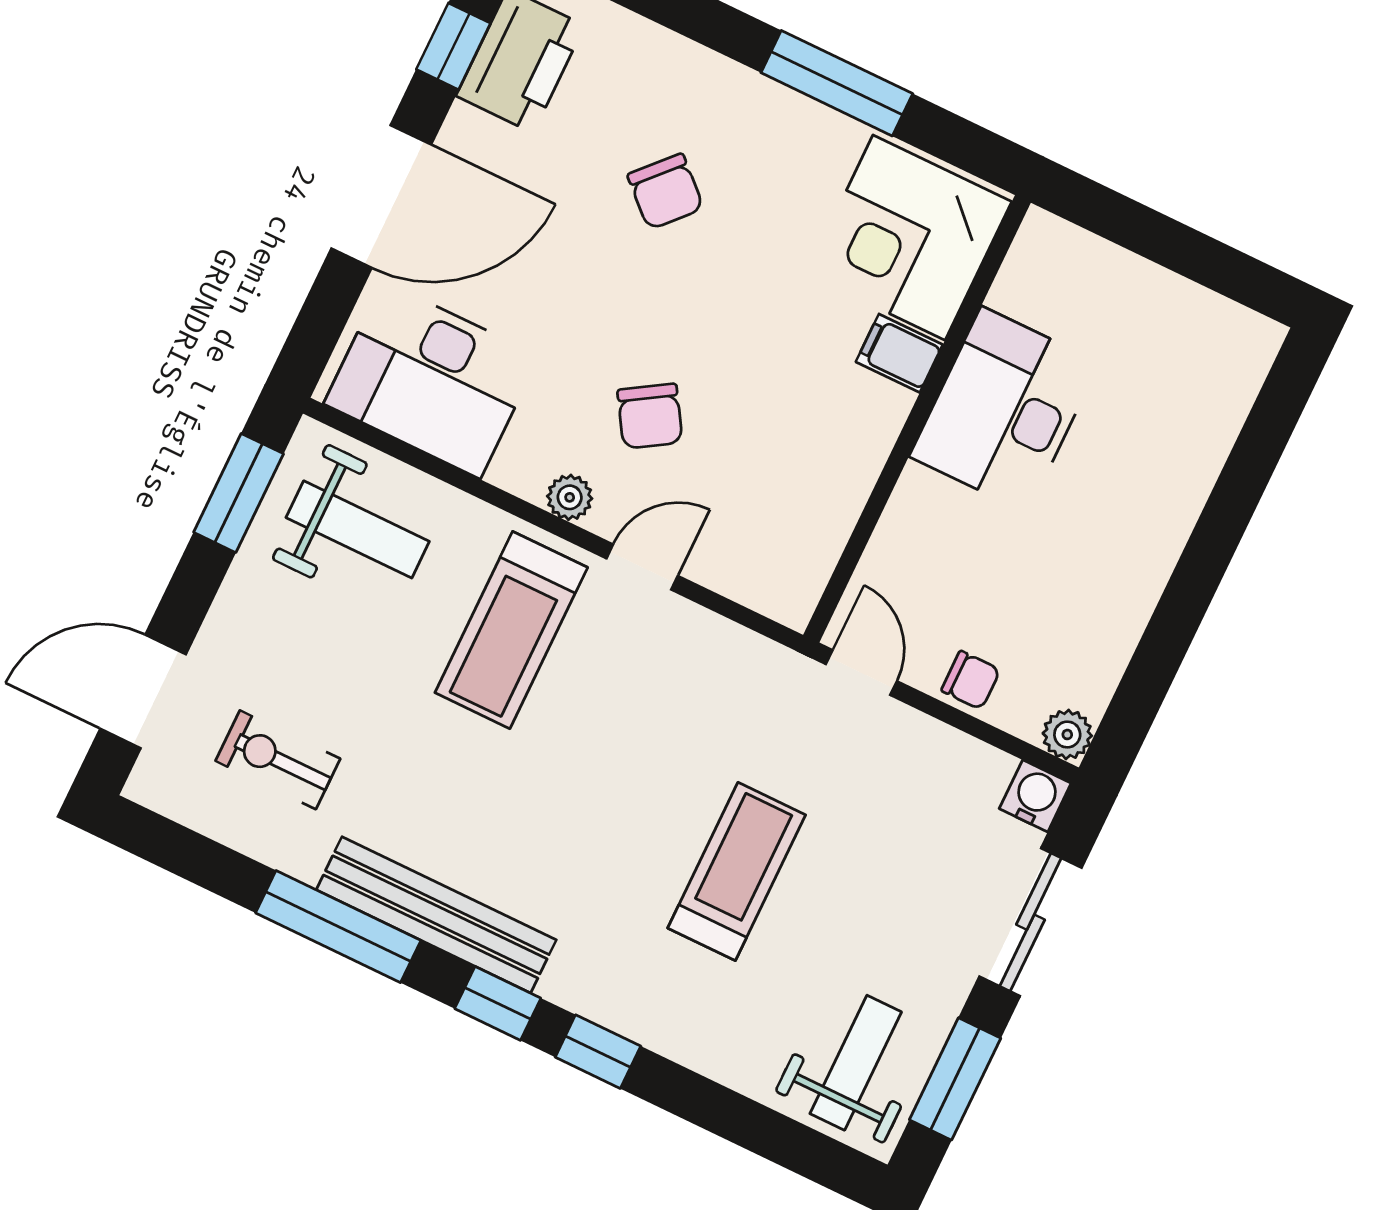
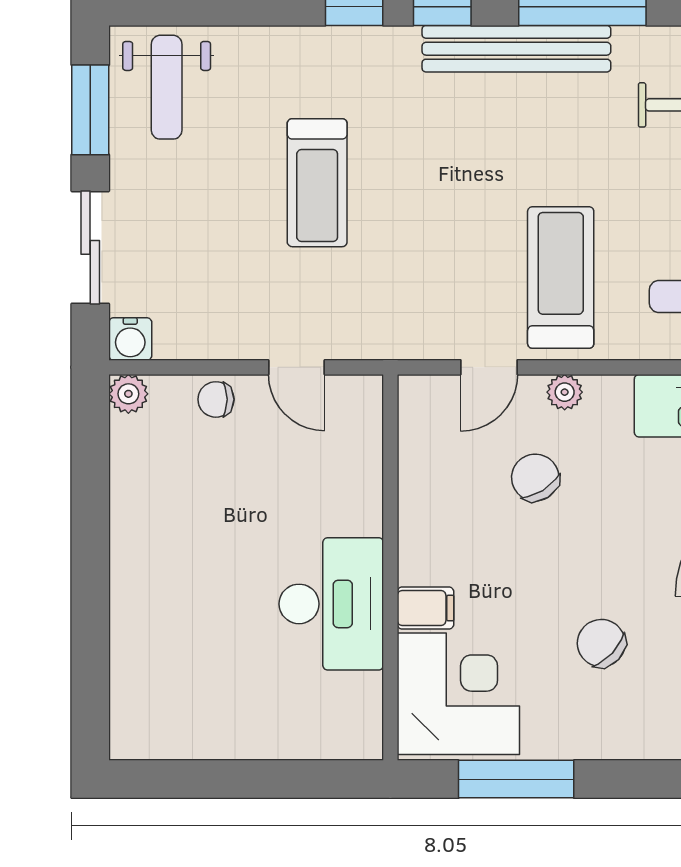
corner desk: (909, 238) -> (458, 694), moved
filing cabinet: (899, 353) -> (426, 608), moved
desk: (1004, 410) -> (331, 604), moved
wall: (917, 419) -> (390, 567), moved

